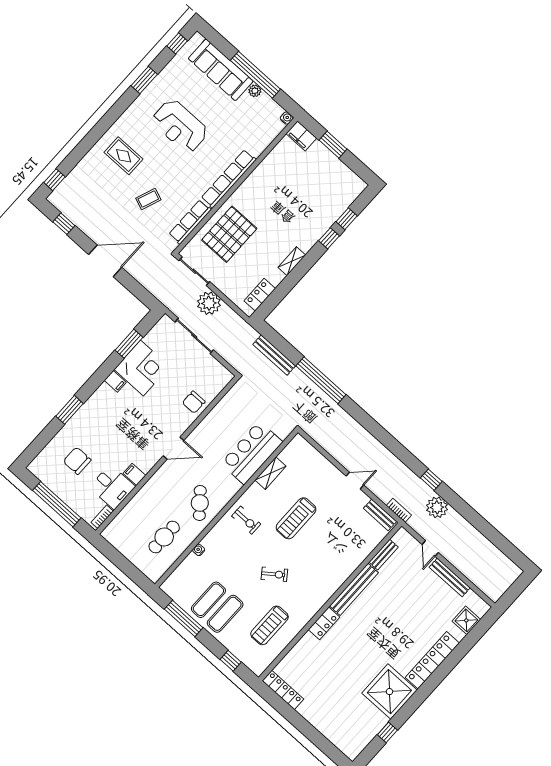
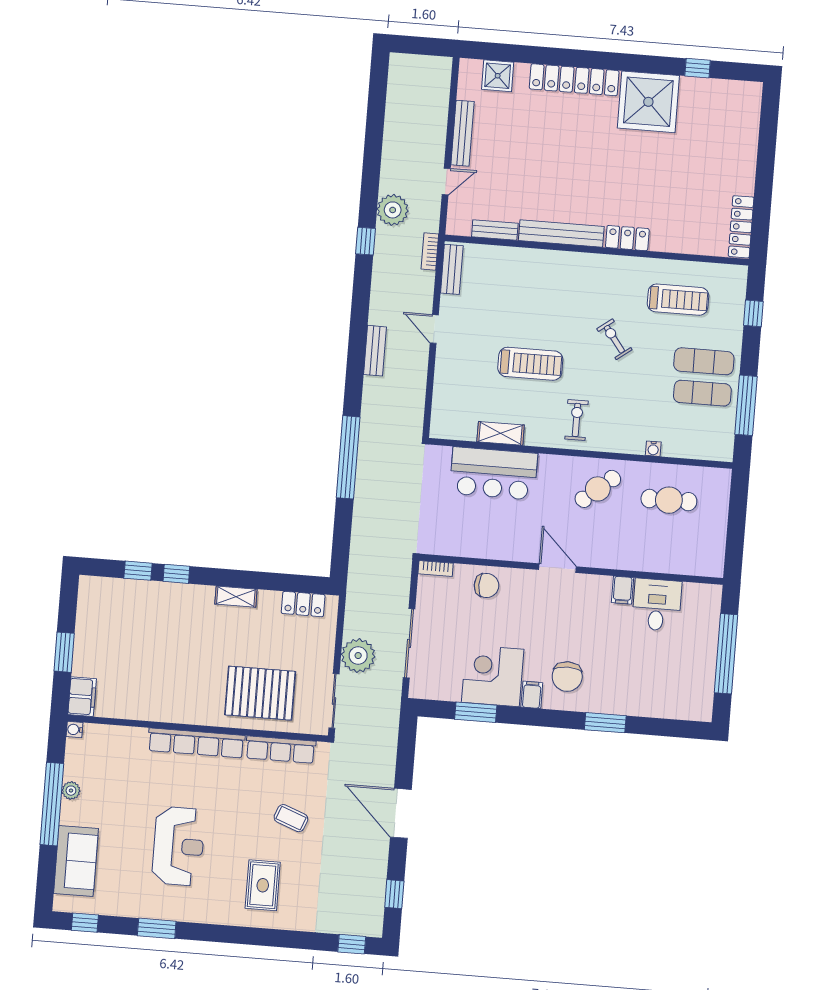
sofa: (221, 70) -> (76, 861), width x0.73
bench: (274, 355) -> (375, 351), moved, width x0.73
chair: (77, 461) -> (567, 677), moved
bookcase: (102, 517) -> (436, 569), moved

